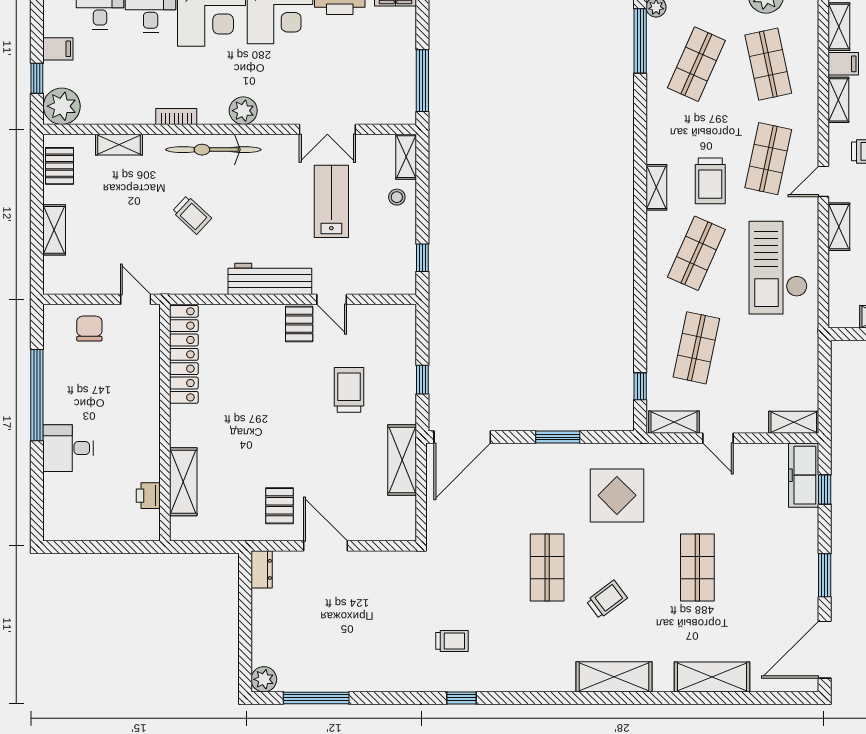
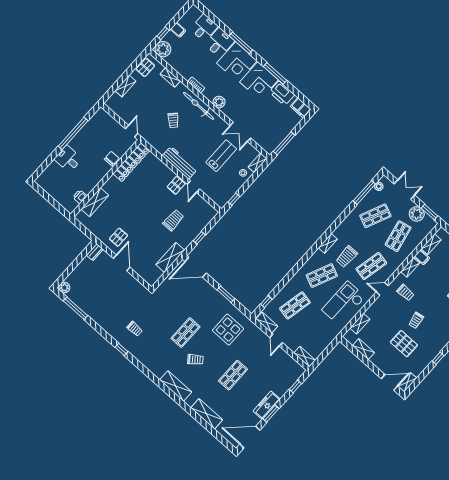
shelving: (839, 227) -> (360, 324), moved
chair: (89, 329) -> (112, 159), moved
freezer: (804, 475) -> (267, 405), moved

